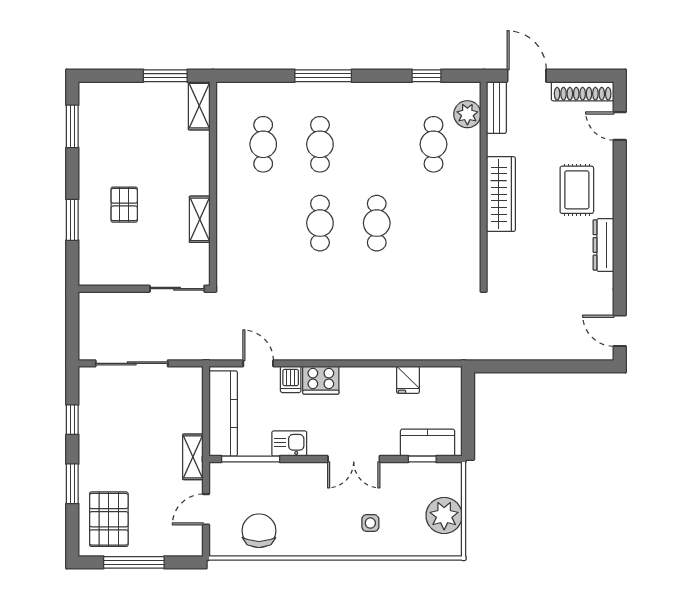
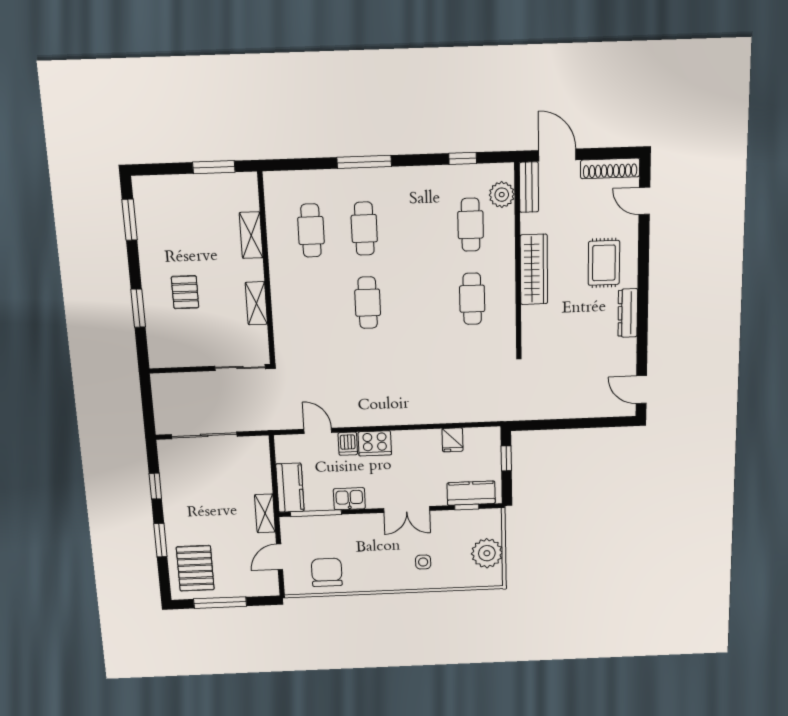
shelving: (199, 106) -> (251, 235), moved
cafe table: (377, 223) -> (472, 299), moved
window: (468, 404) -> (506, 458), added
kitchen counter: (223, 413) -> (290, 488), width x0.67

